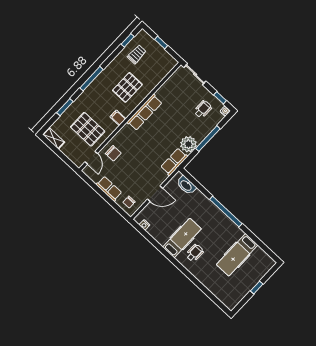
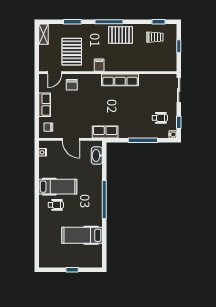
pallet: (127, 87) -> (121, 35), moved
plant: (188, 144) -> (126, 131), removed

